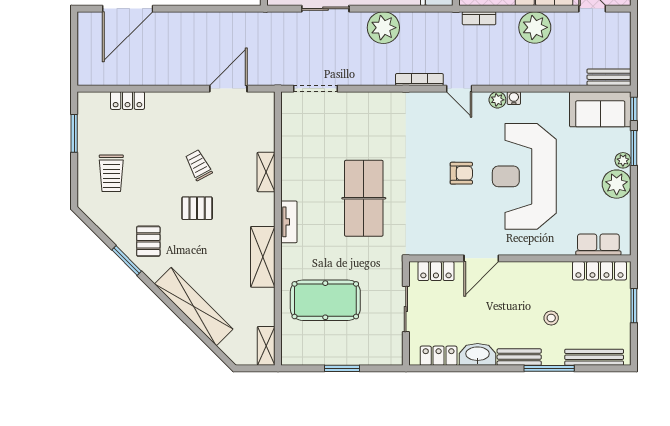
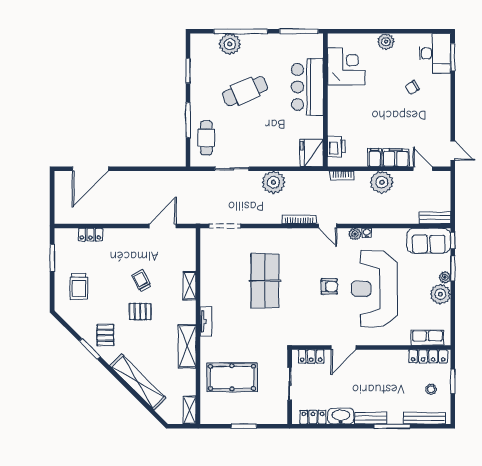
table tennis table: (364, 198) -> (265, 281), moved
stool: (551, 318) -> (431, 389), moved

